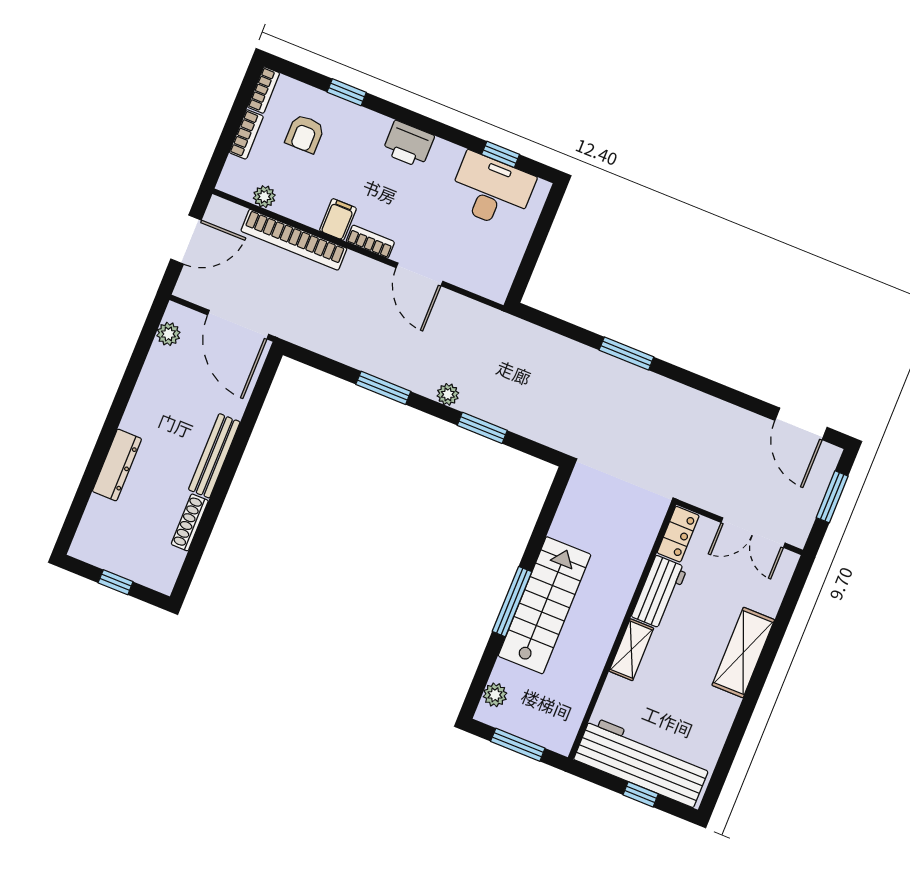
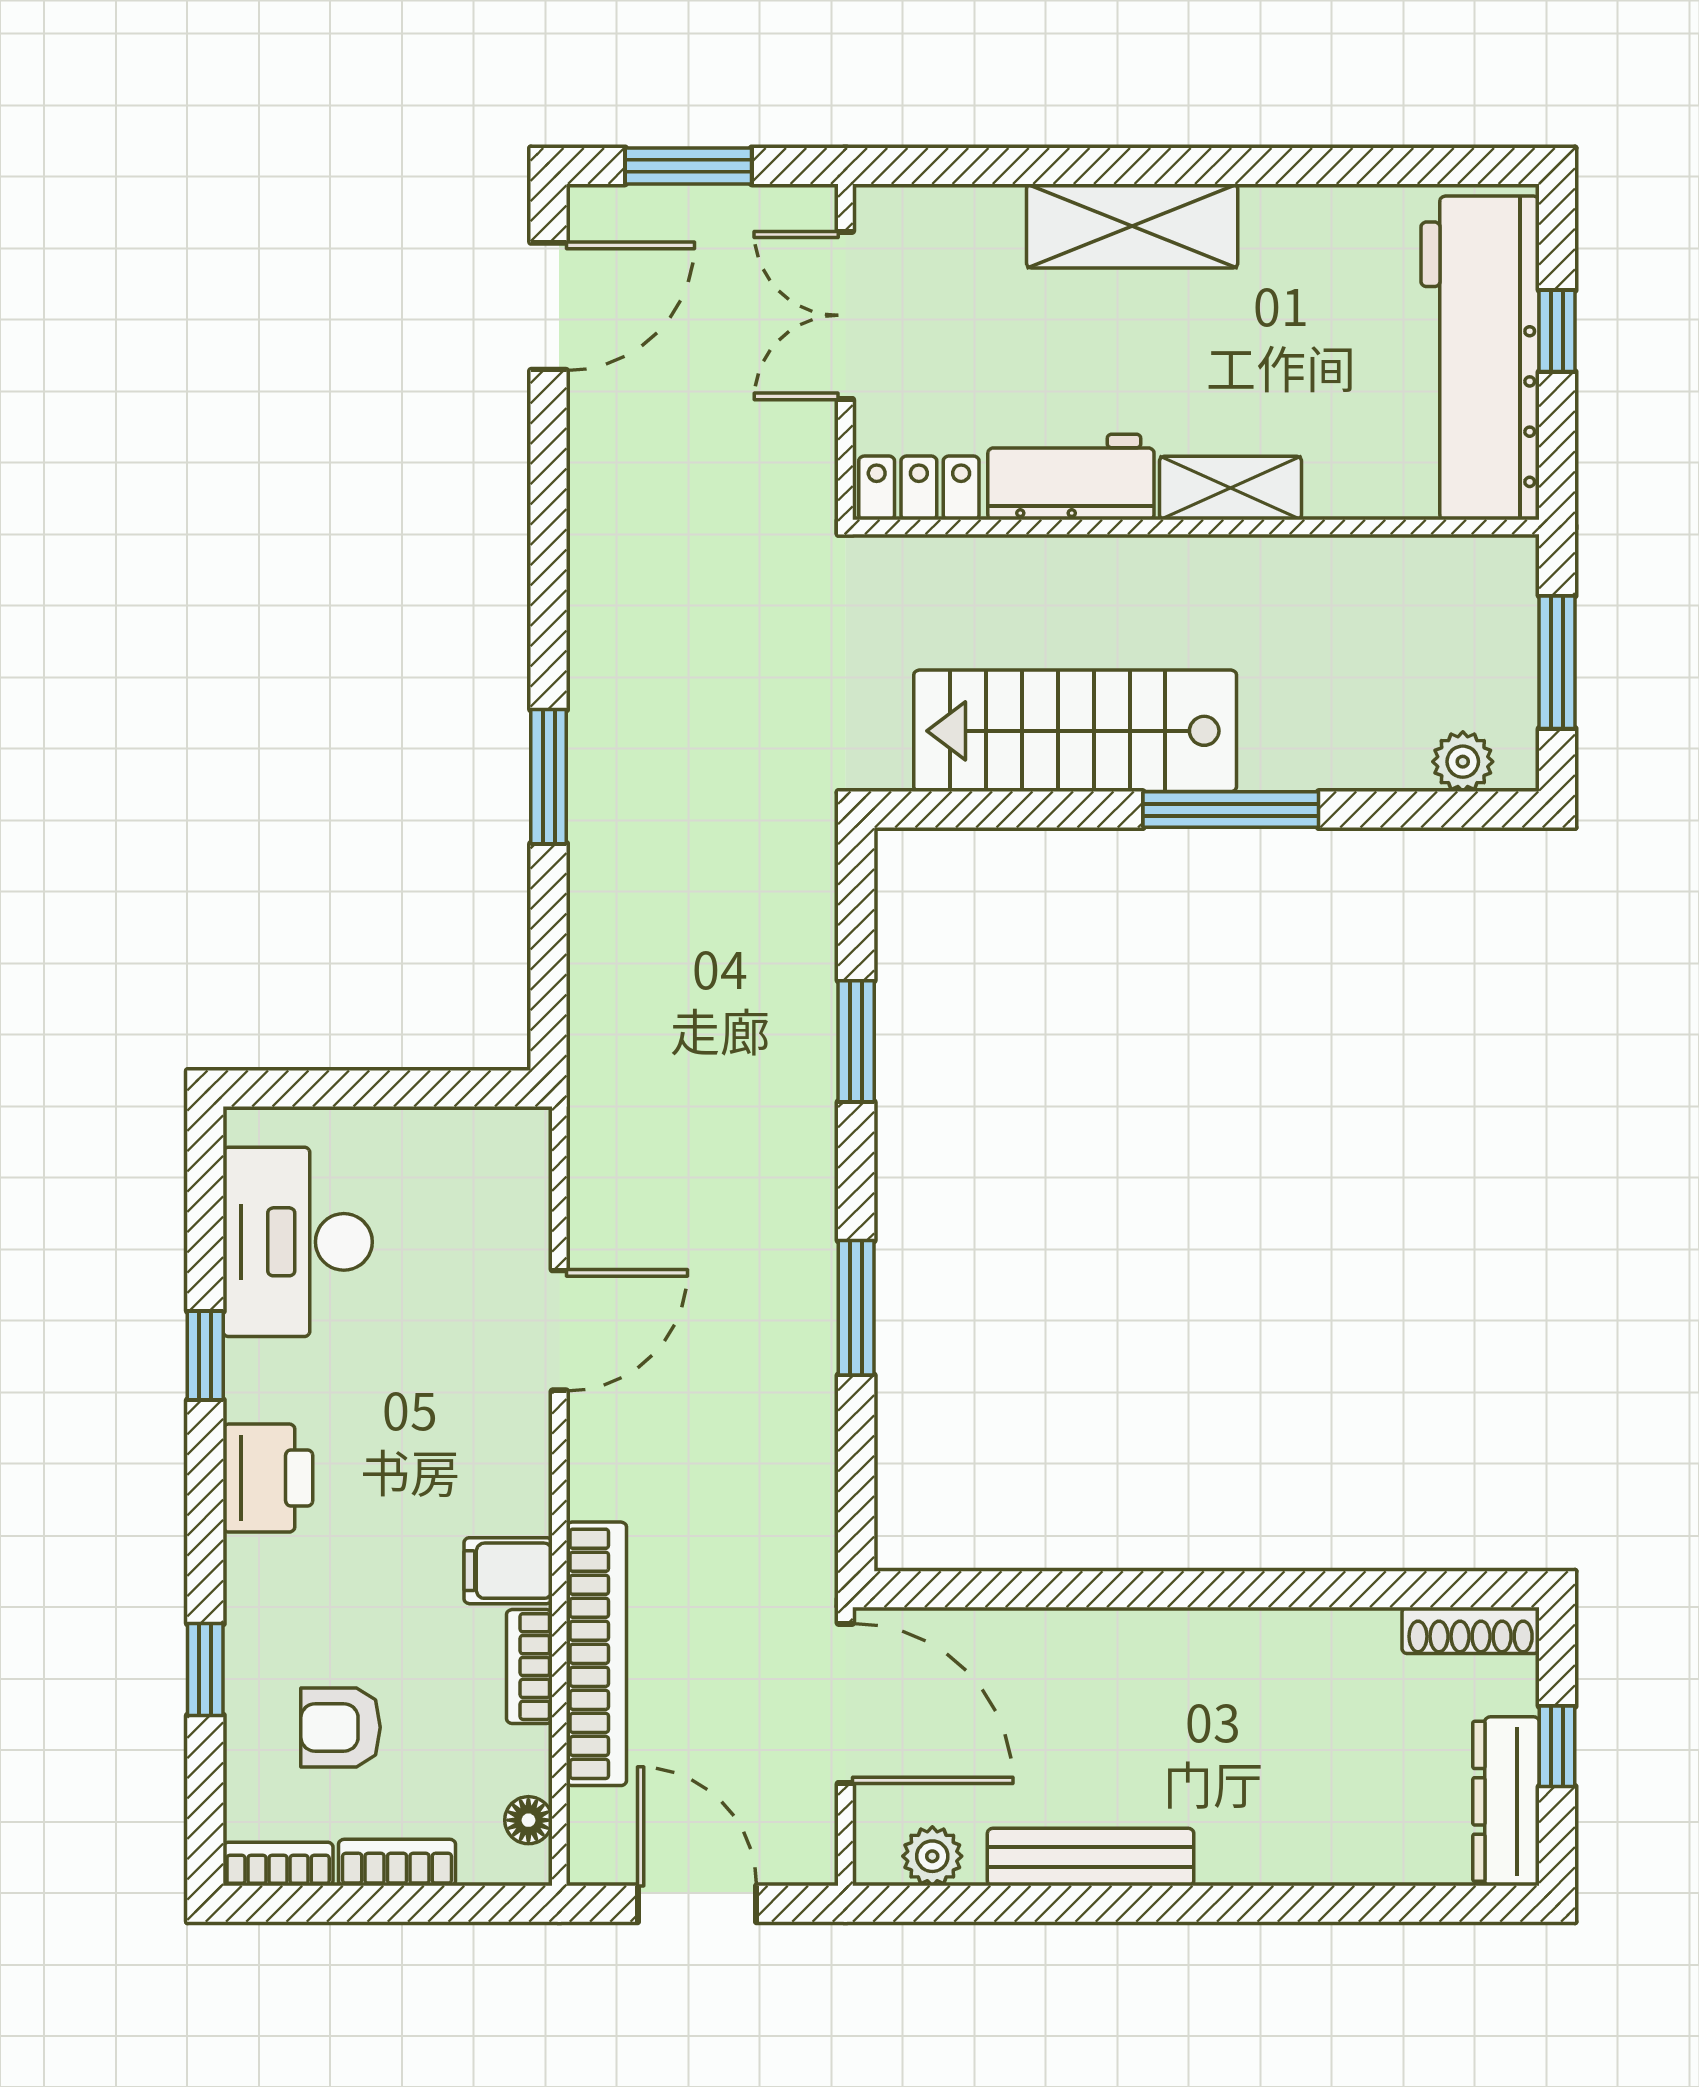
armchair: (305, 134) -> (341, 1727), turned 180
window: (501, 154) -> (205, 1356), moved
floor lamp: (242, 190) -> (528, 1820), added
plant: (264, 197) -> (524, 1763), removed
bookcase: (370, 242) -> (529, 1667), moved
door: (238, 325) -> (845, 1703), hinge flipped
plant: (448, 394) -> (811, 1152), removed
bench: (214, 456) -> (1091, 1857), moved
dresser: (117, 465) -> (1506, 1801), moved, turned -90
shoe rack: (190, 522) -> (1471, 1630), moved
double door: (753, 533) -> (845, 315), swing flipped
stairs: (545, 605) -> (1075, 731), moved

